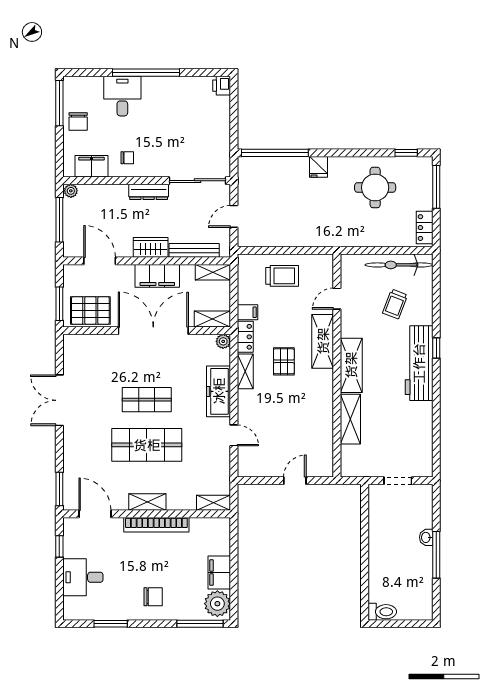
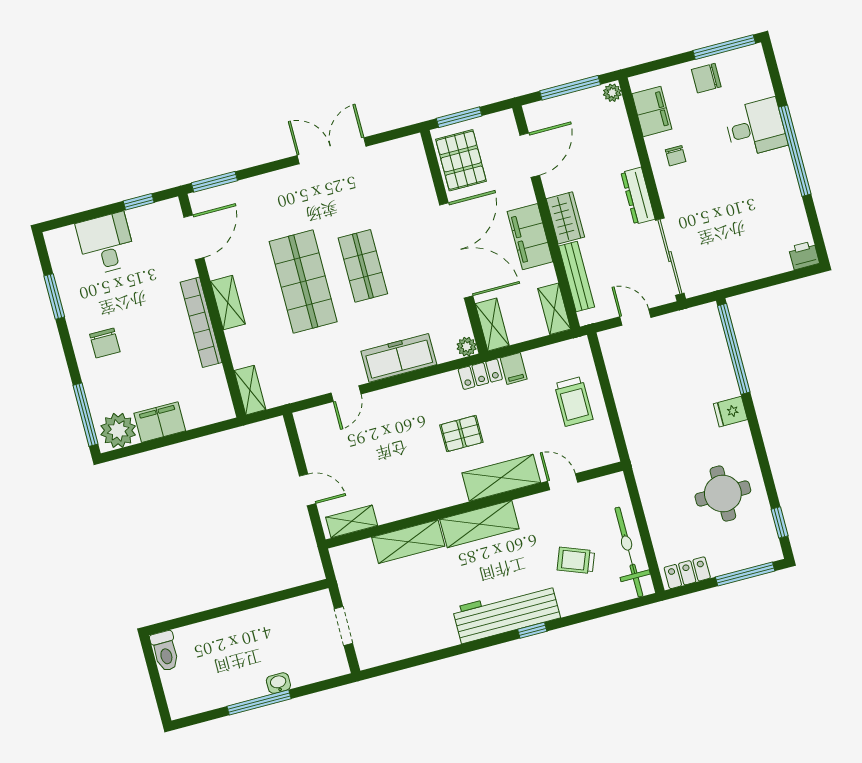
shelving: (245, 371) -> (352, 521), moved

